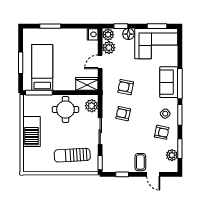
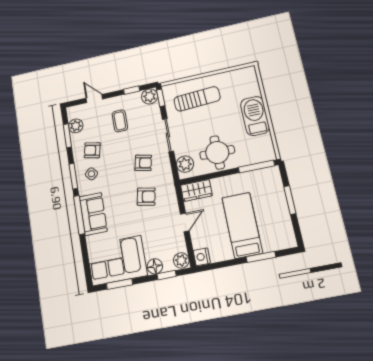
plant: (109, 48) -> (150, 96), moved
bed: (42, 67) -> (242, 225), moved, turned 180
coffee table: (140, 162) -> (120, 121), moved

